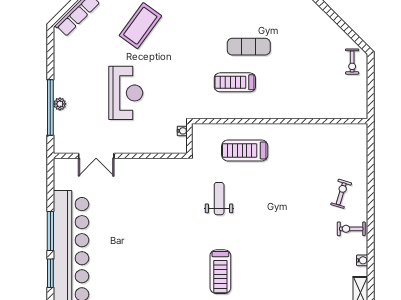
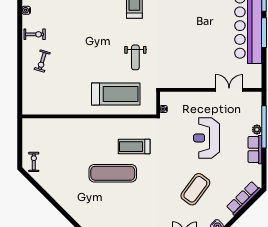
exercise mat: (249, 47) -> (113, 173), width x1.36, depth x1.45
row of seats: (62, 78) -> (255, 150), added
treadmill: (235, 82) -> (134, 147), moved, turned 180
treadmill: (245, 150) -> (116, 94), width x1.37, depth x1.37

